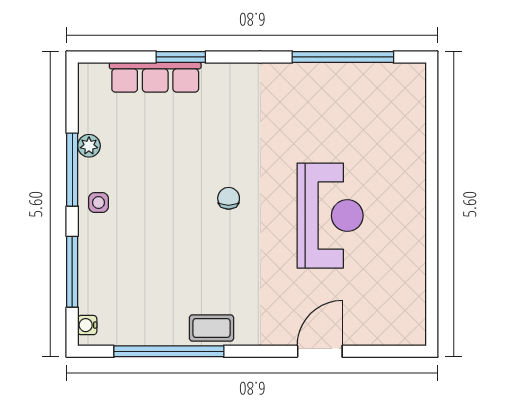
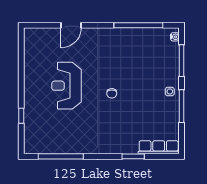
row of seats: (155, 77) -> (159, 147), moved
plant: (89, 146) -> (174, 117), removed
window: (432, 148) -> (21, 116), added
coffee table: (212, 328) -> (119, 36), removed

